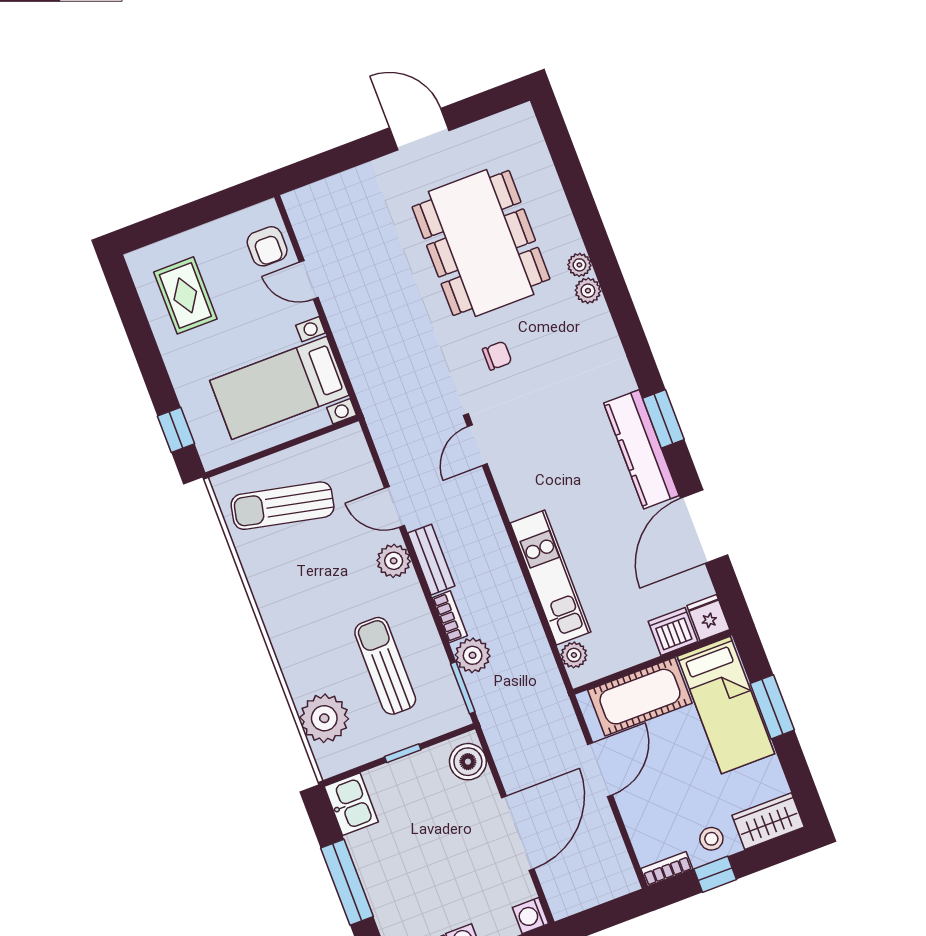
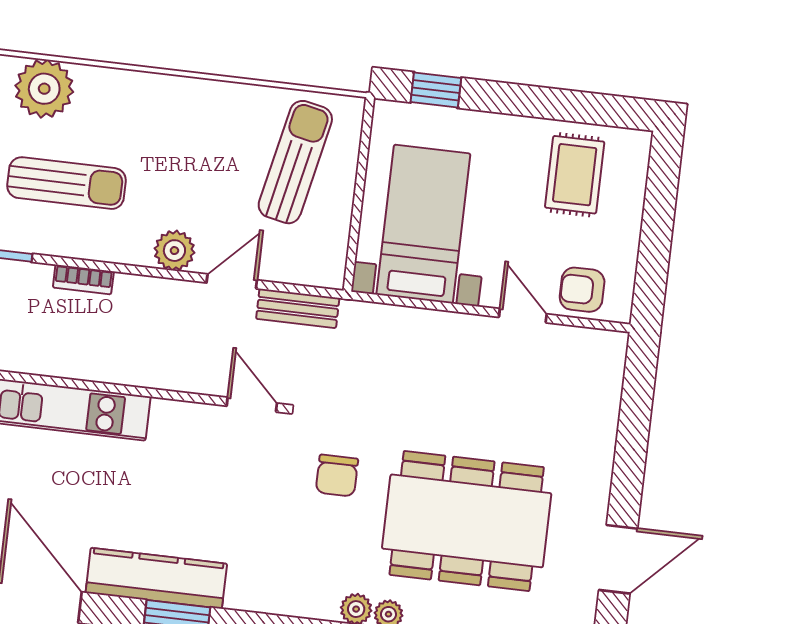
door: (419, 129) -> (618, 559), moved
door: (309, 280) -> (523, 316), hinge flipped
rug: (185, 295) -> (575, 175), turned 90
chair: (497, 356) -> (337, 476), width x1.37, depth x1.37
bench: (431, 560) -> (298, 308), moved
plant: (473, 655) -> (29, 283), removed

